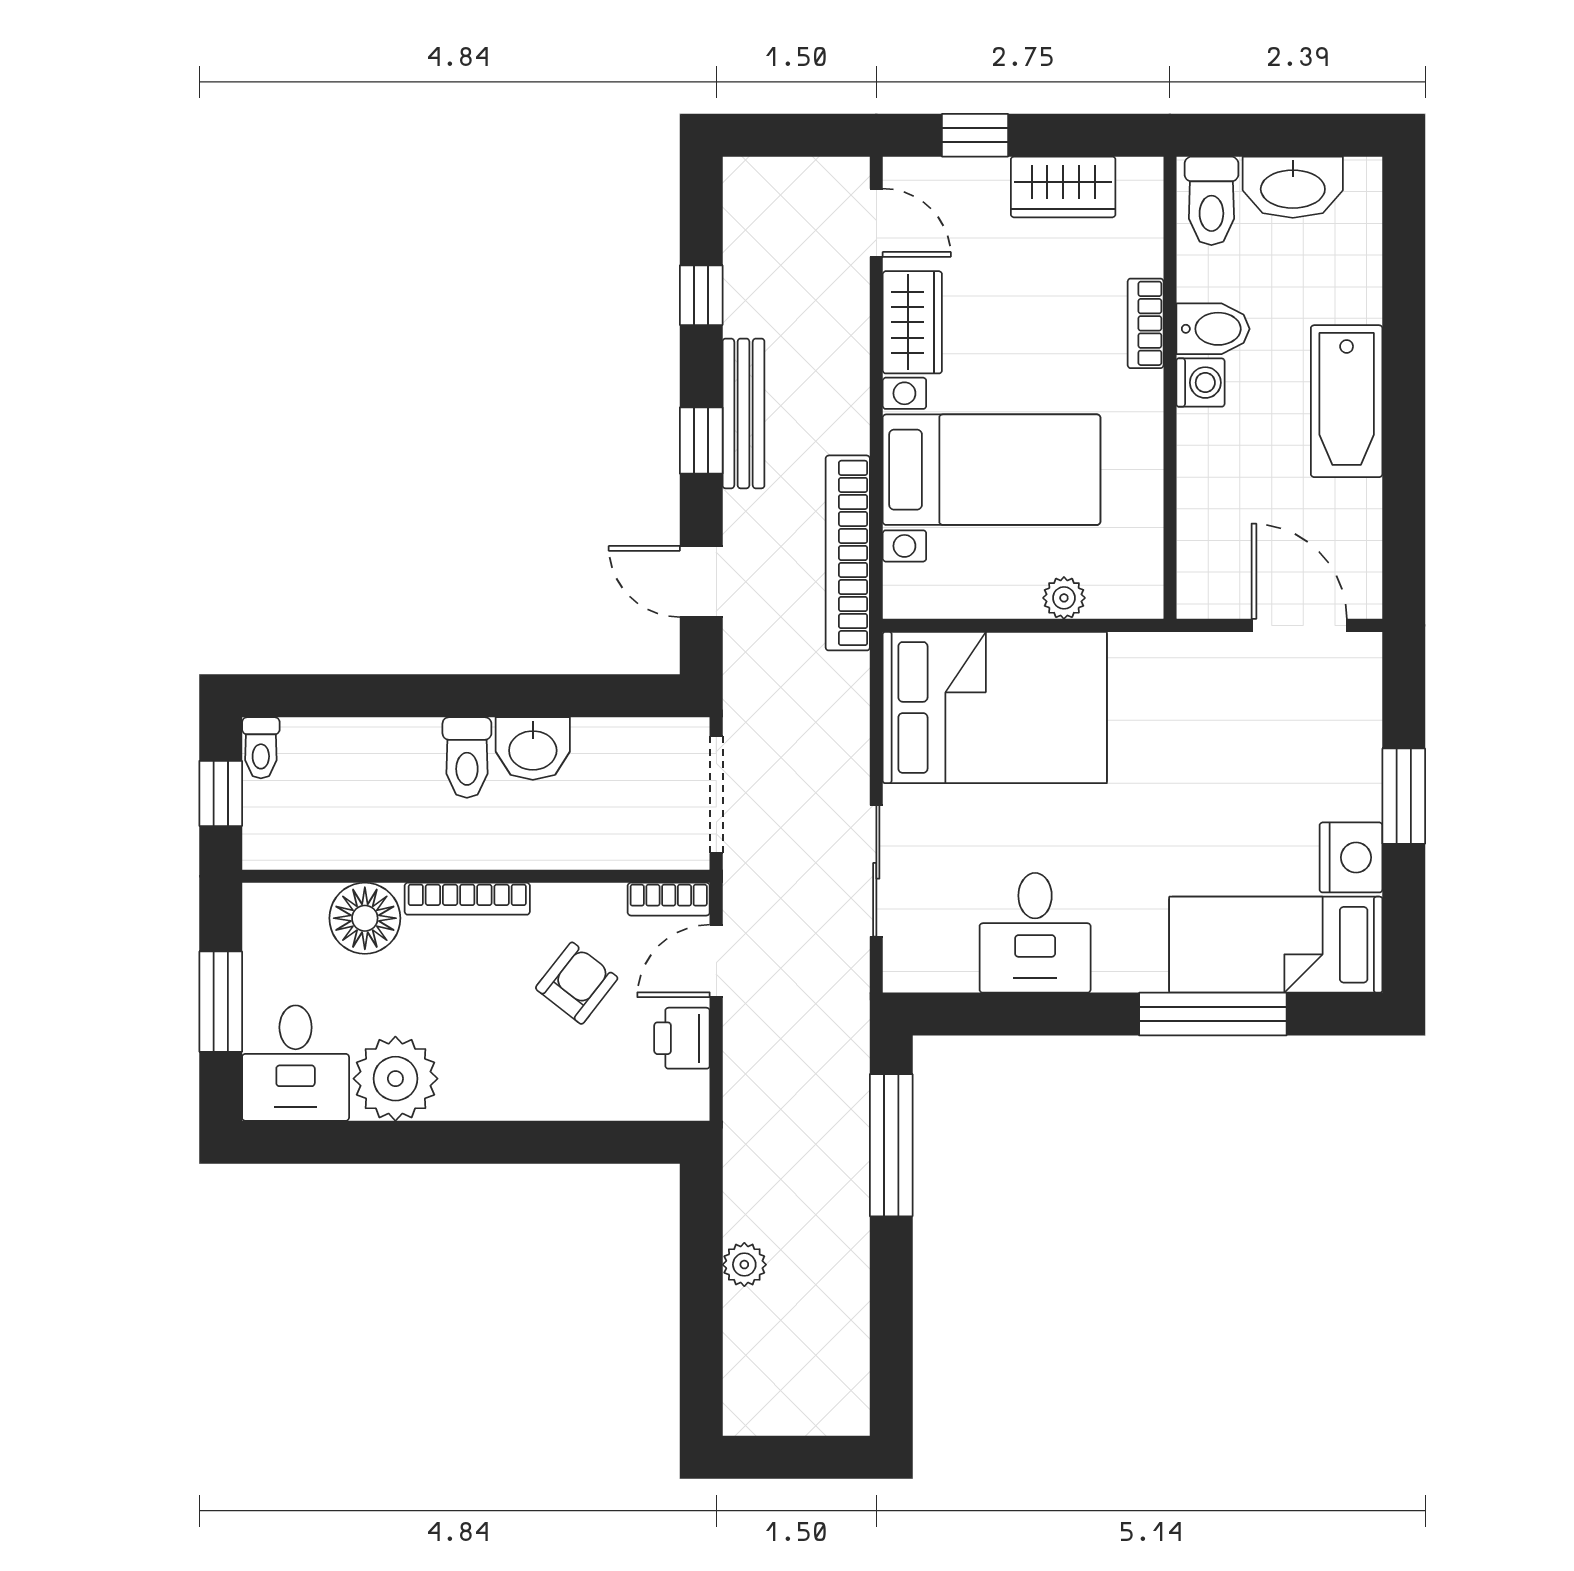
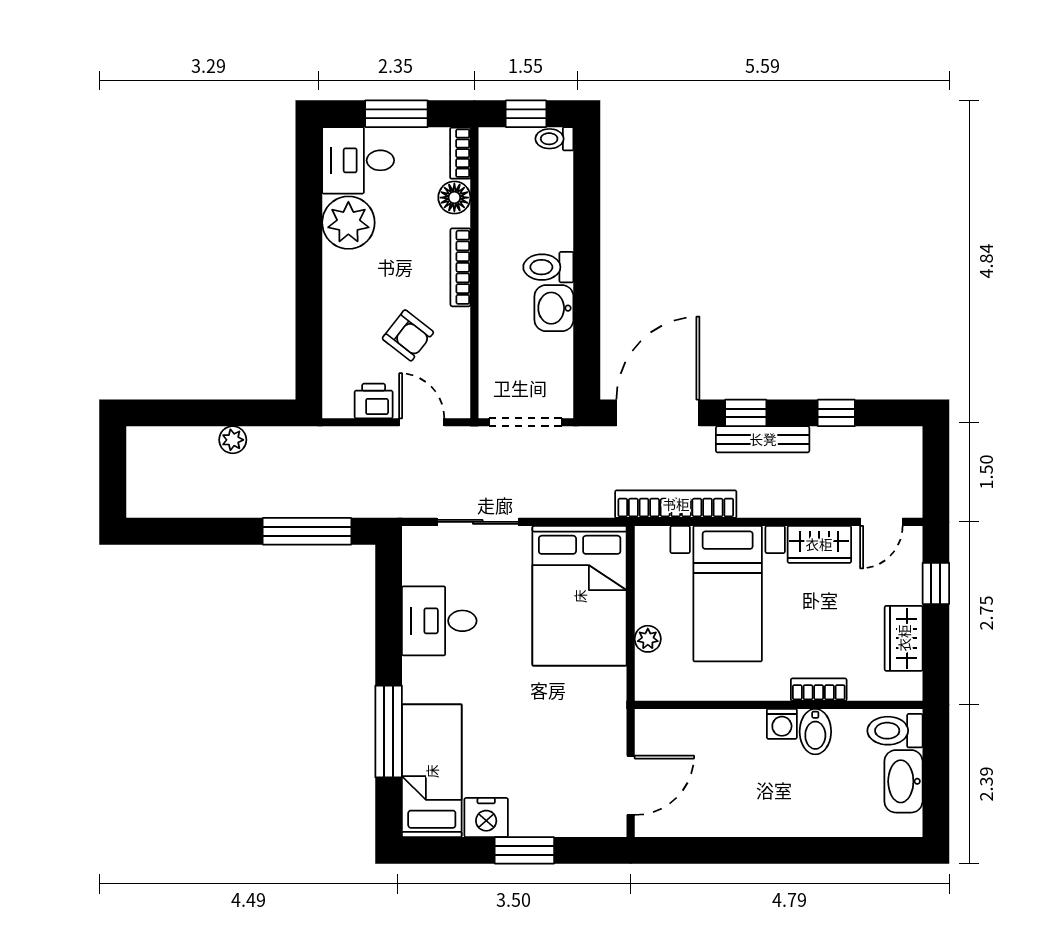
bathtub: (1347, 401) -> (770, 815), removed
door: (701, 582) -> (658, 413), width x1.88
bookcase: (669, 899) -> (460, 153), moved
floor lamp: (365, 918) -> (454, 198), width x0.73, depth x0.73

